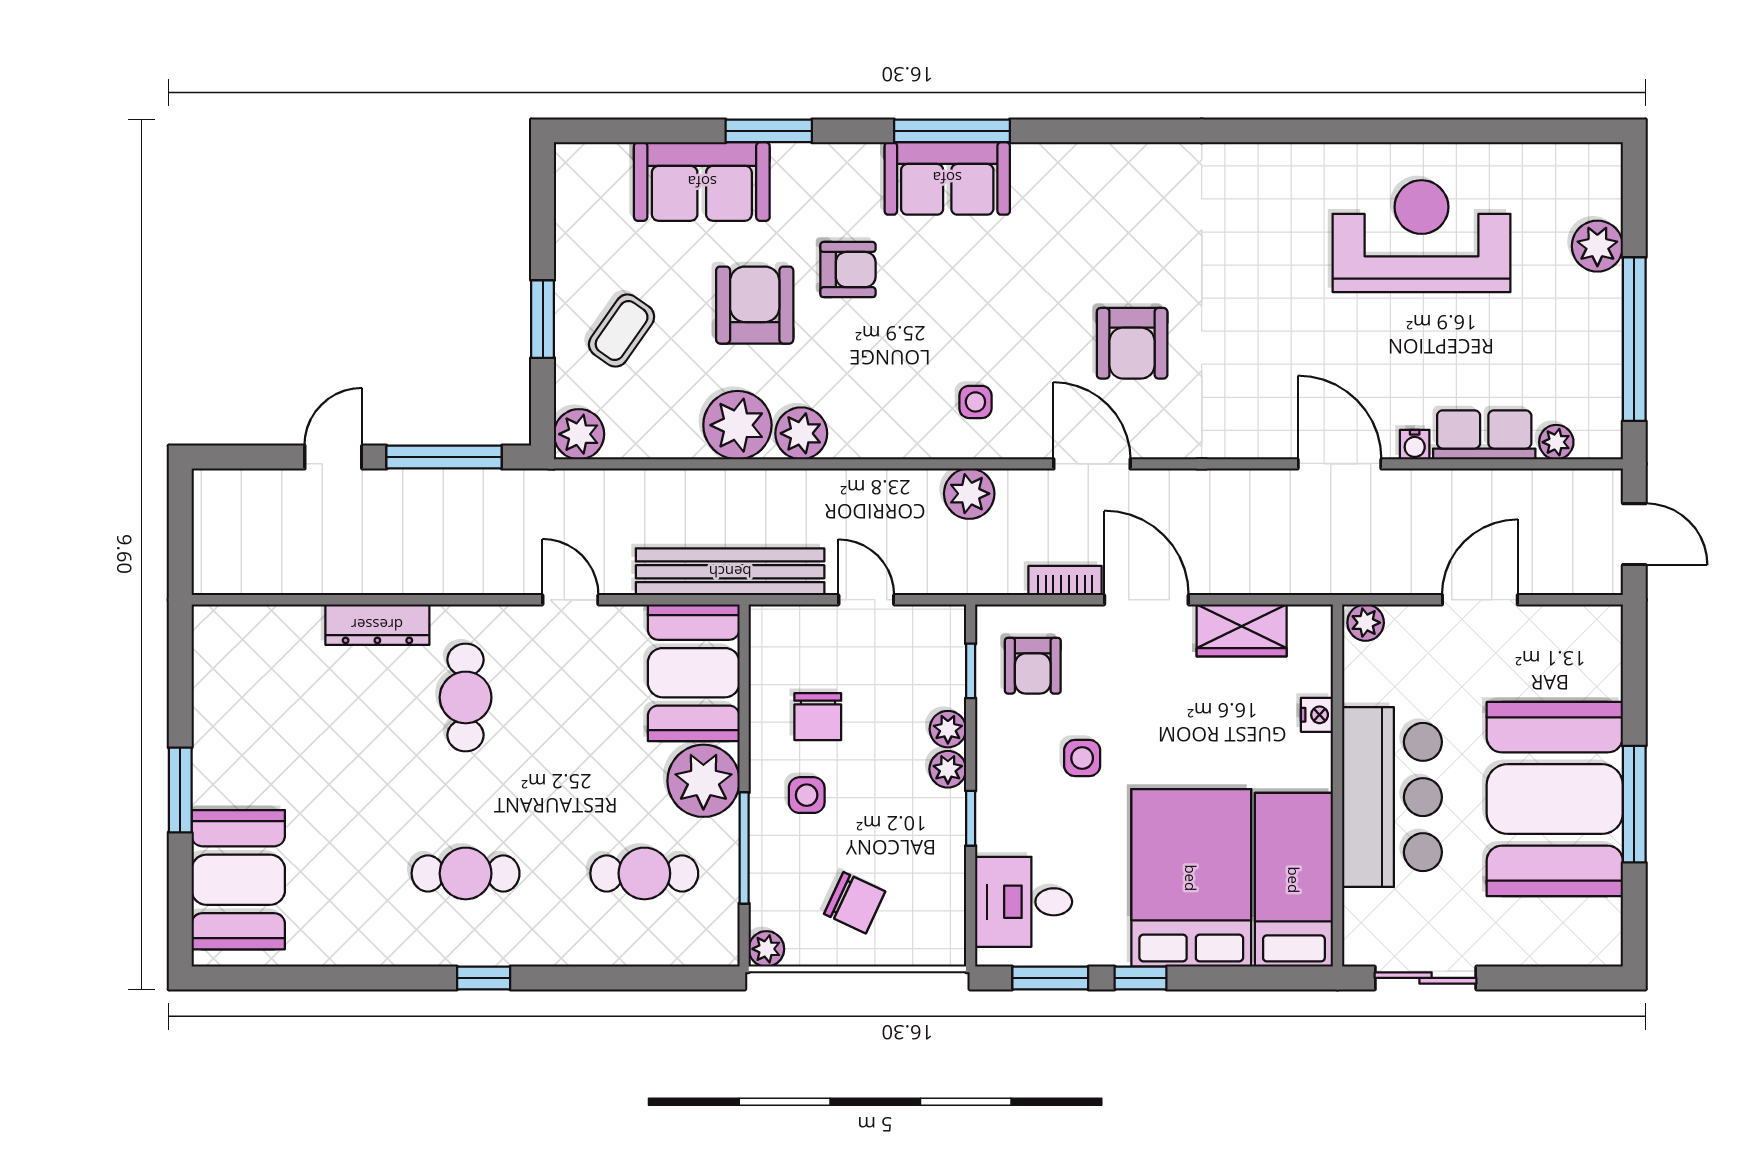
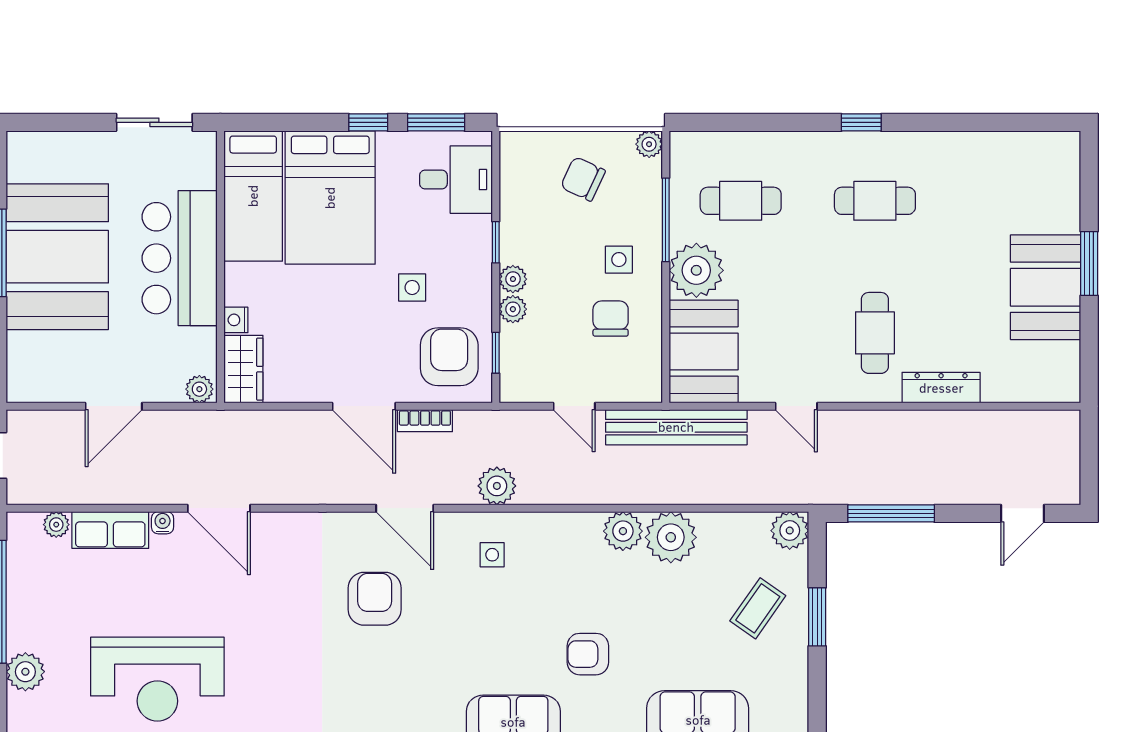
armchair: (755, 305) -> (658, 627), removed
door: (333, 457) -> (1023, 513), moved
wardrobe: (1242, 630) -> (243, 369), moved, turned 90
armchair: (1033, 666) -> (449, 357), width x1.38, depth x1.38
booth: (238, 880) -> (1046, 287), moved

